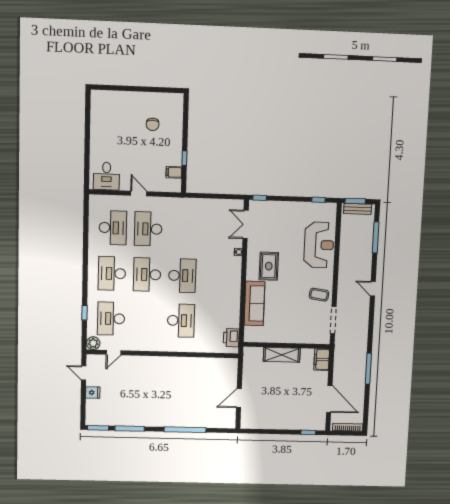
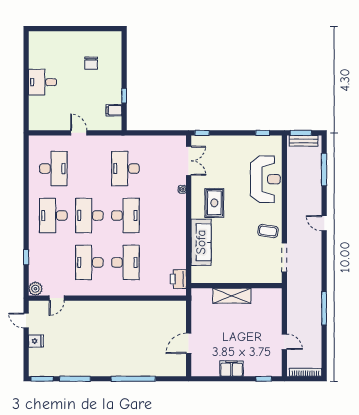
desk: (106, 176) -> (42, 82), moved, turned 90
double door: (246, 224) -> (189, 161), swing flipped
desk: (148, 229) -> (125, 169), moved
desk: (111, 319) -> (89, 262), moved
filing cabinet: (322, 360) -> (232, 369), moved, turned 90
door: (329, 399) -> (284, 342), width x0.53

